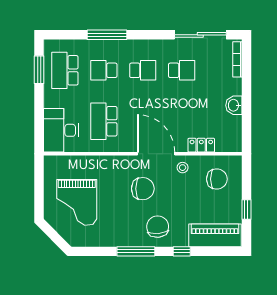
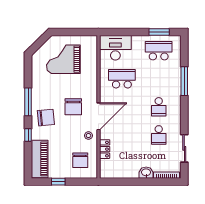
sliding door: (200, 35) -> (184, 148), width x0.73
school desk: (104, 70) -> (159, 79), removed
washbasin: (234, 105) -> (146, 173), moved

